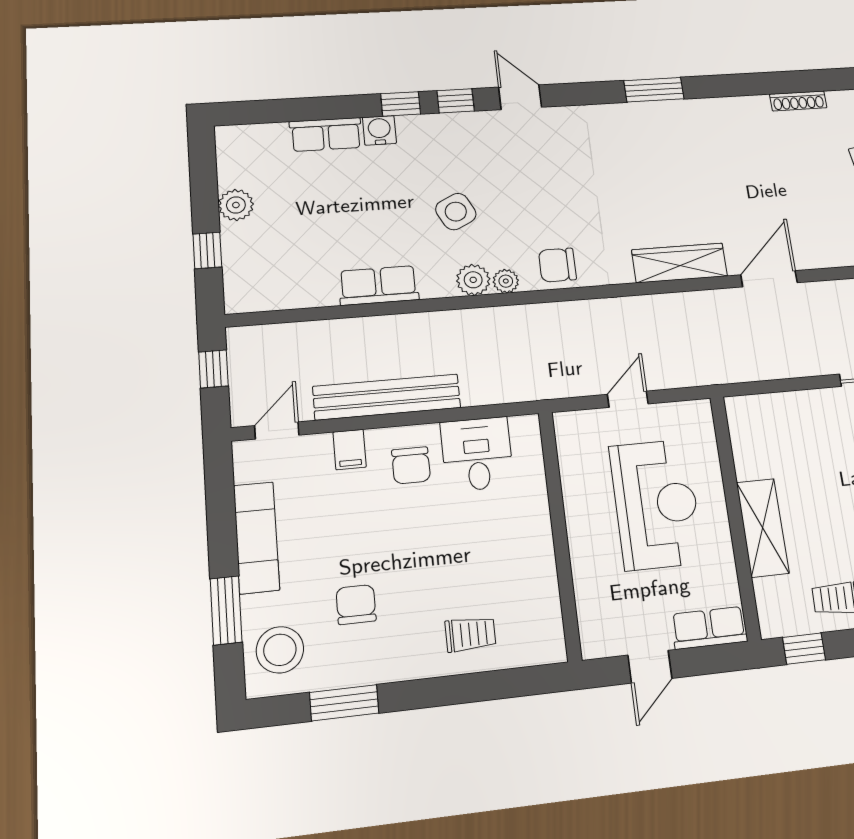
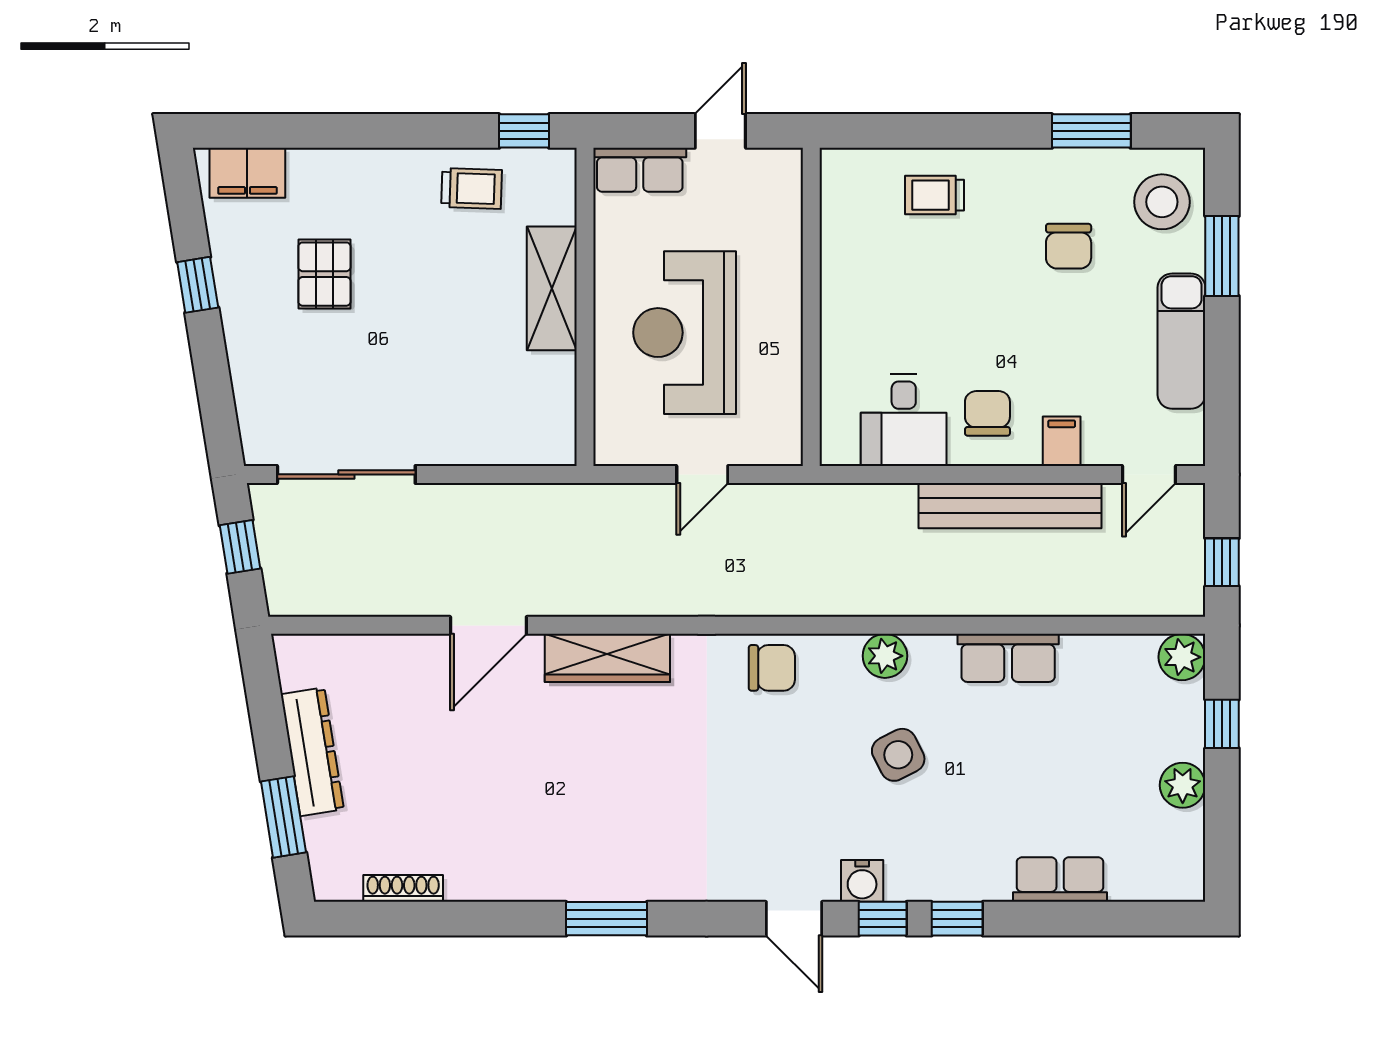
water cooler: (379, 130) -> (862, 881), moved
plant: (506, 281) -> (1182, 657), moved, width x1.38, depth x1.38

